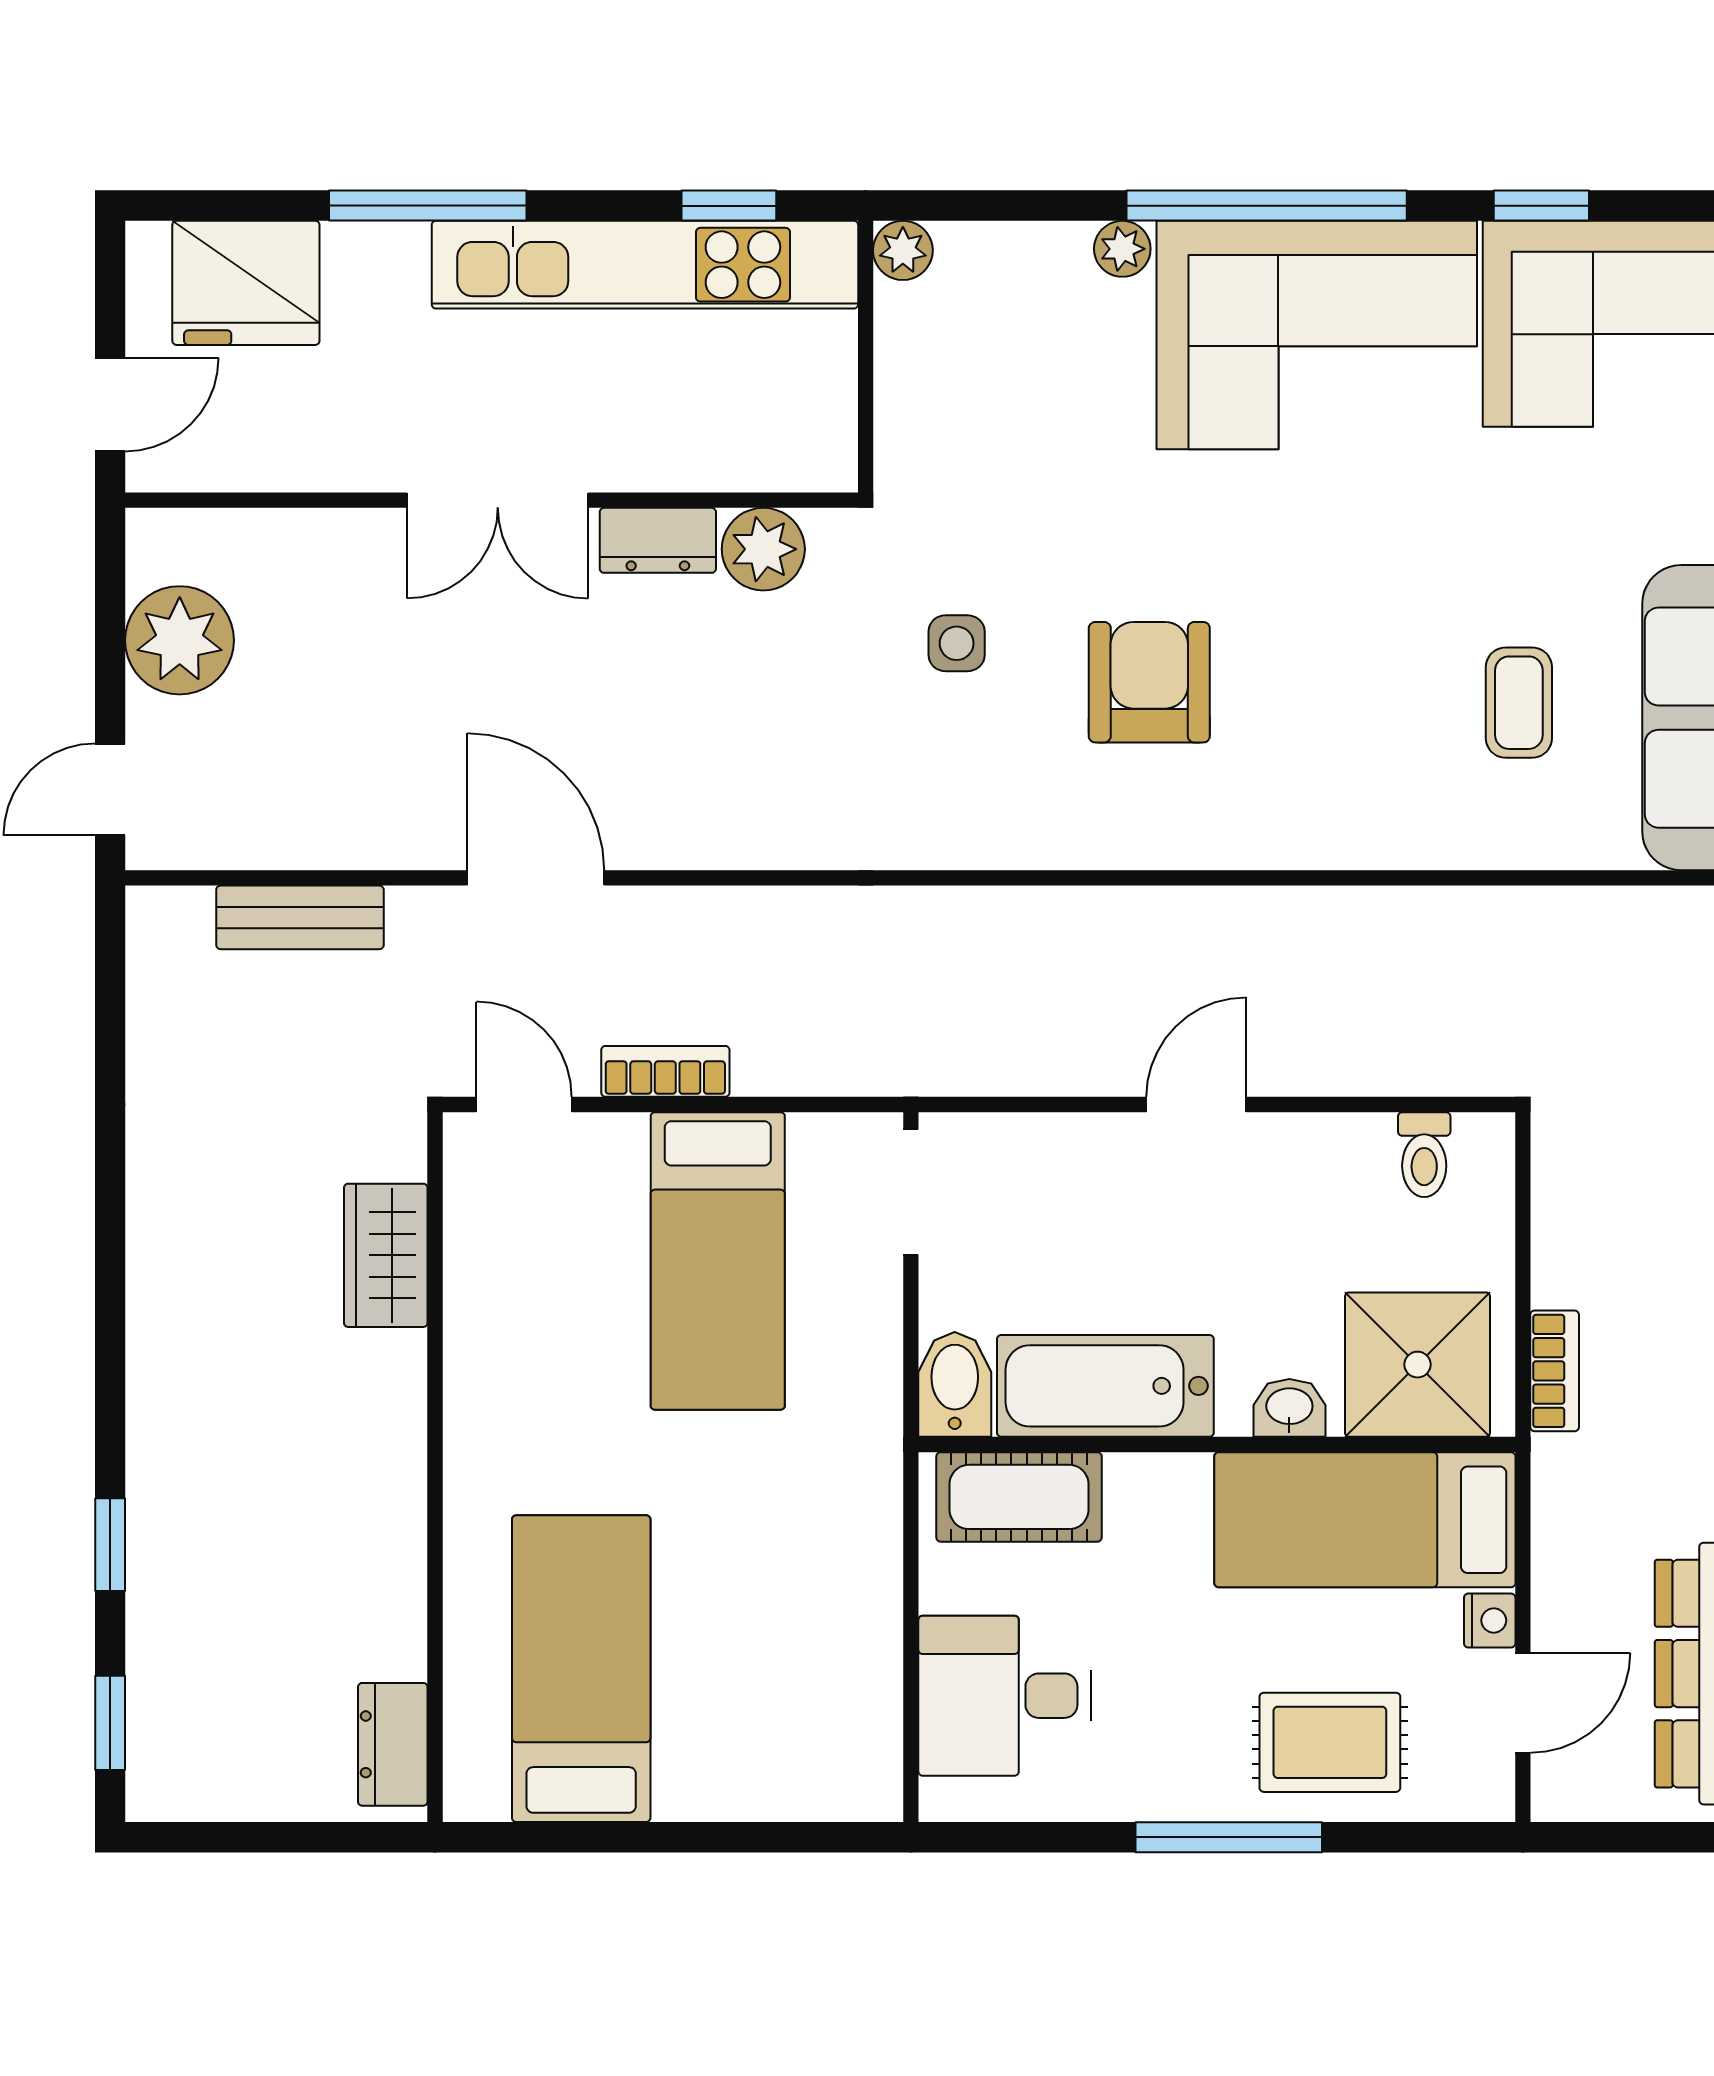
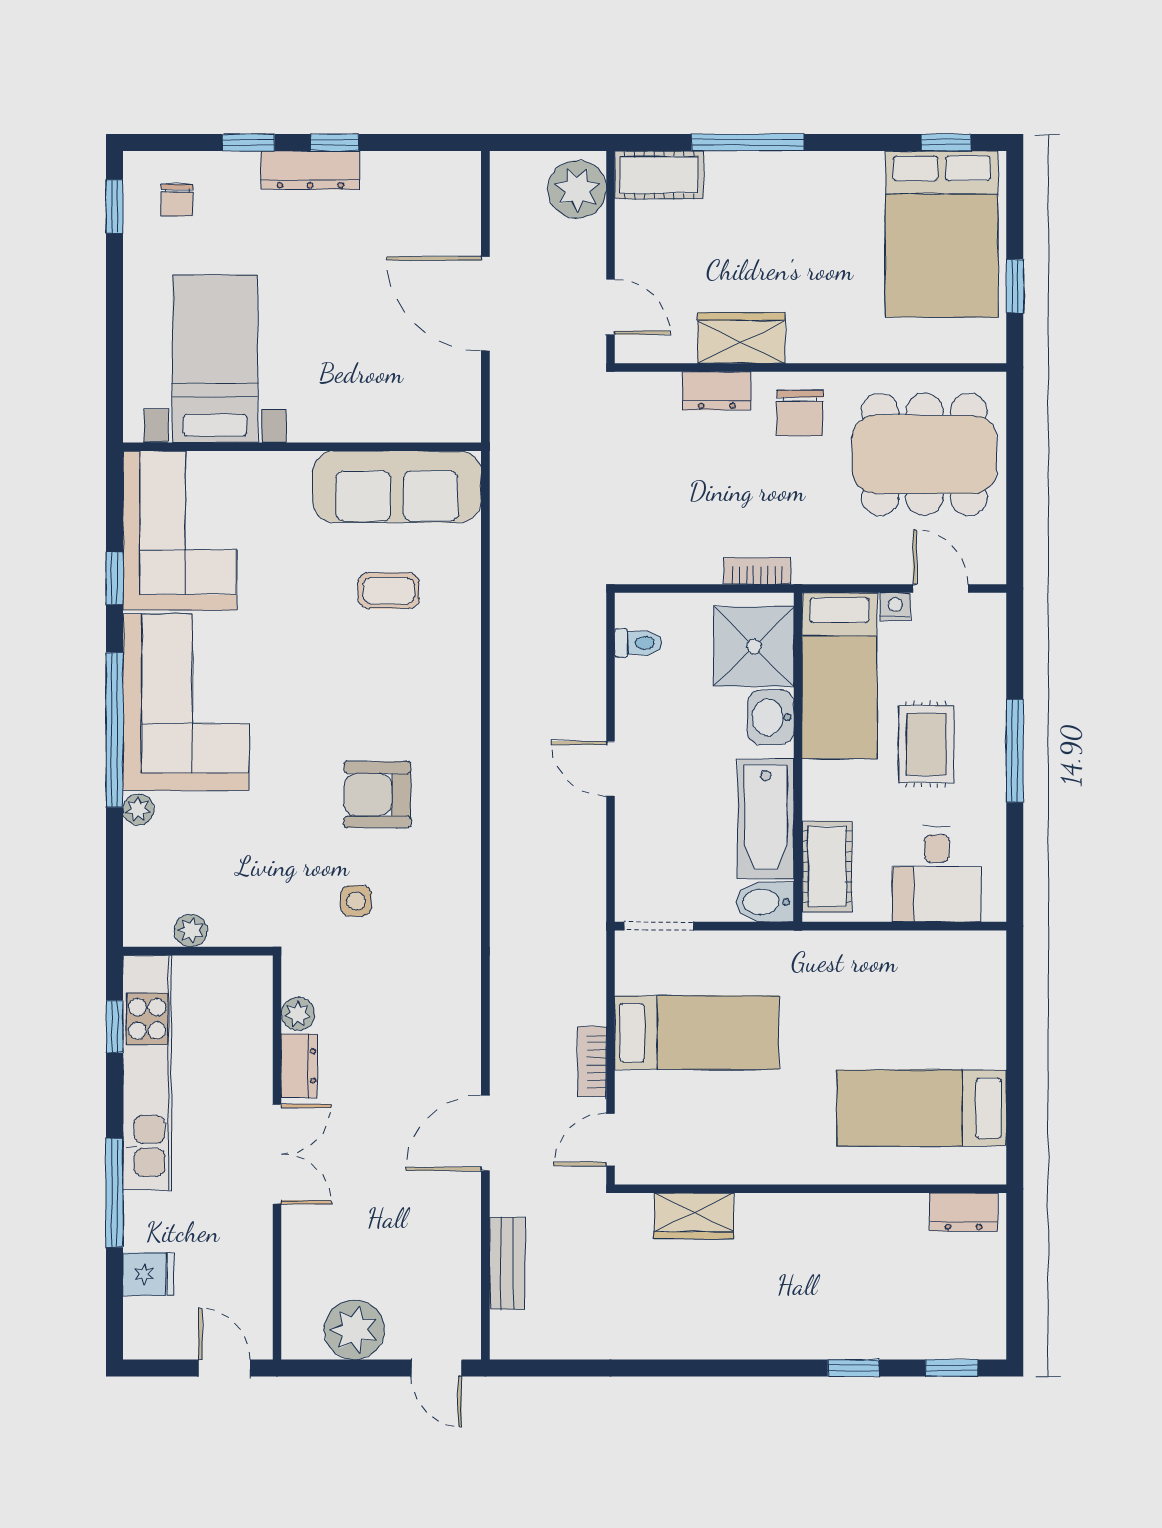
plant: (903, 250) -> (191, 931), moved
fridge: (246, 283) -> (148, 1274), width x0.53, depth x0.75
plant: (763, 549) -> (298, 1014), width x0.73, depth x0.73
washbasin: (1289, 1408) -> (771, 717), width x1.38, depth x1.45
rug: (1330, 1742) -> (926, 744), moved

